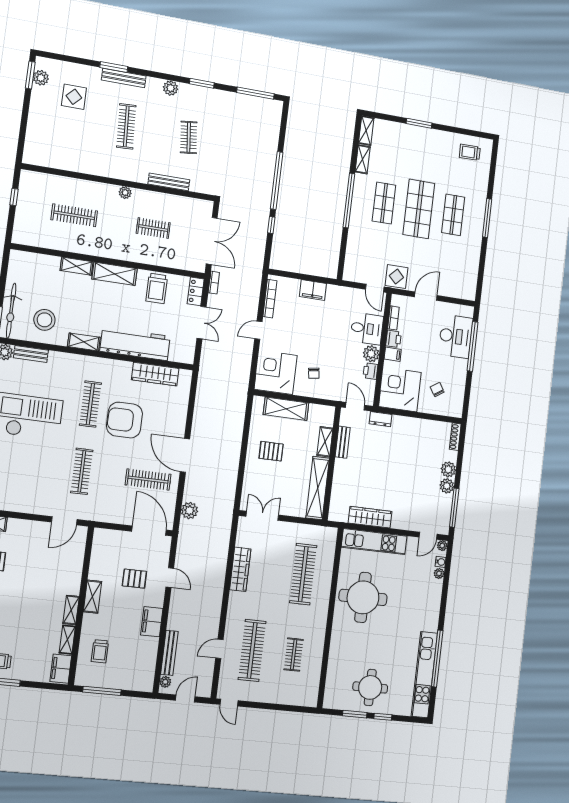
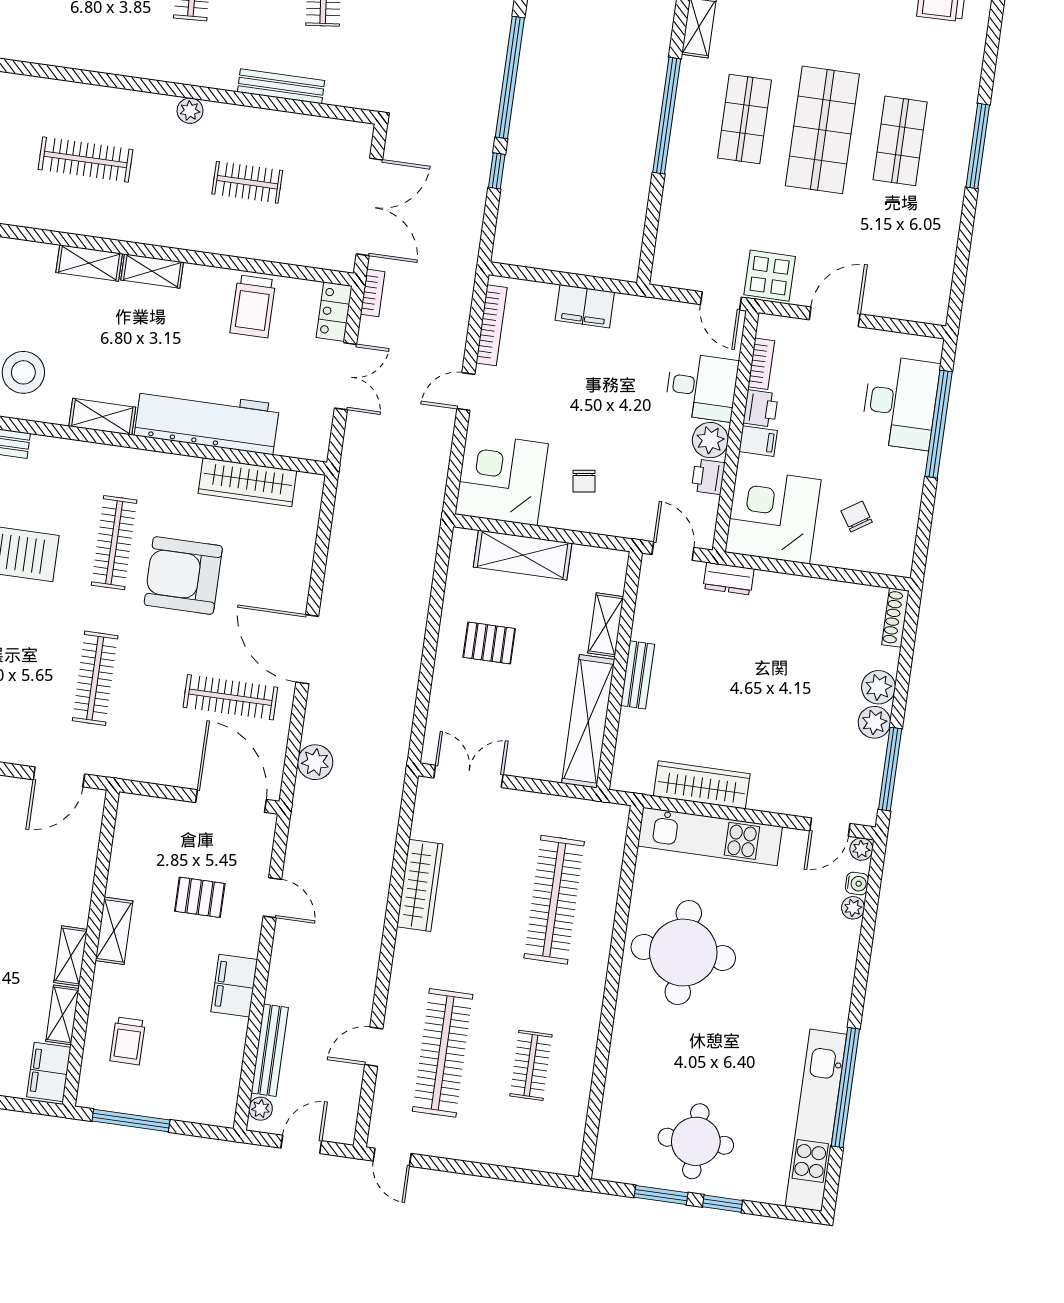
shelving: (115, 274) -> (152, 271), width x0.67, depth x0.75
bench: (343, 442) -> (638, 675), moved

